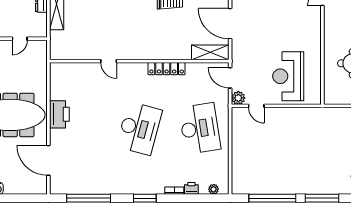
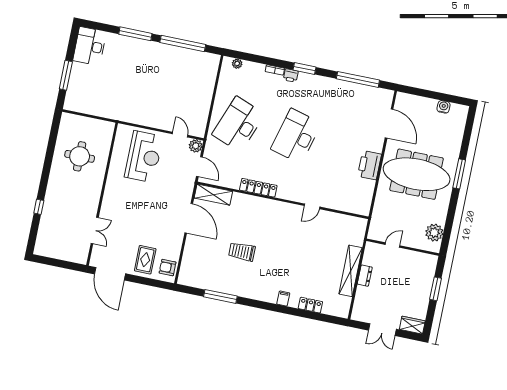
door: (109, 61) -> (312, 206), swing flipped
desk: (200, 128) -> (238, 124), turned 30
printer: (191, 188) -> (291, 75), moved

